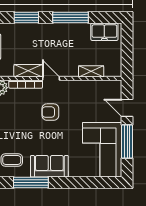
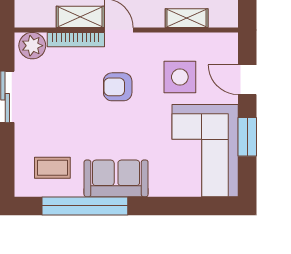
side table: (87, 106) -> (180, 77), added
window: (127, 142) -> (247, 137), width x0.69
window: (31, 183) -> (85, 206), width x1.46

